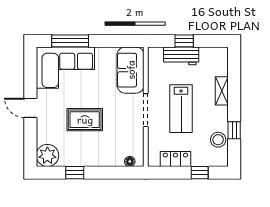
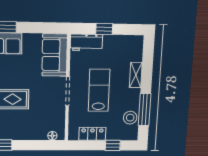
workbench: (181, 56) -> (86, 43), moved
lab bench: (181, 109) -> (99, 90), turned 180
window: (234, 130) -> (145, 110), width x2.17

